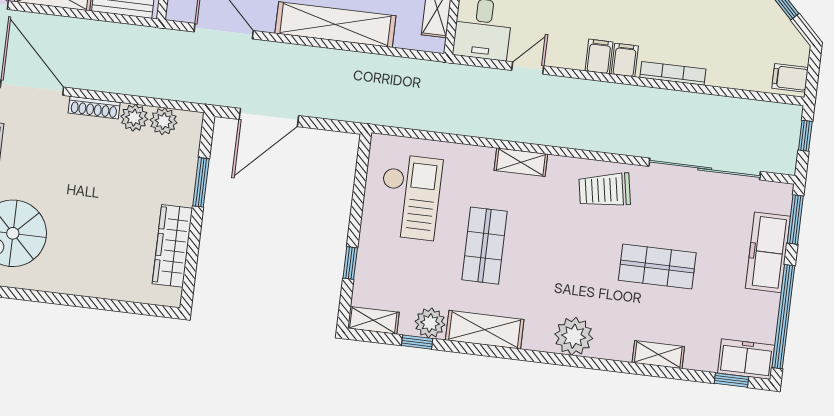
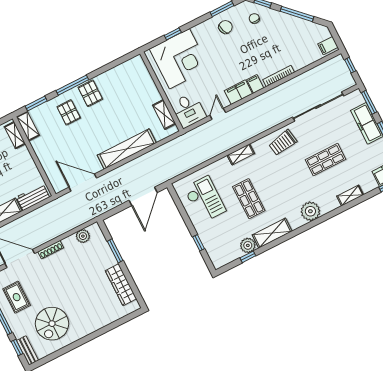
filing cabinet: (599, 56) -> (238, 92), width x2.00
door: (269, 117) -> (143, 196), moved
plant: (134, 118) -> (70, 243), removed
shelving: (373, 320) -> (224, 260), removed

